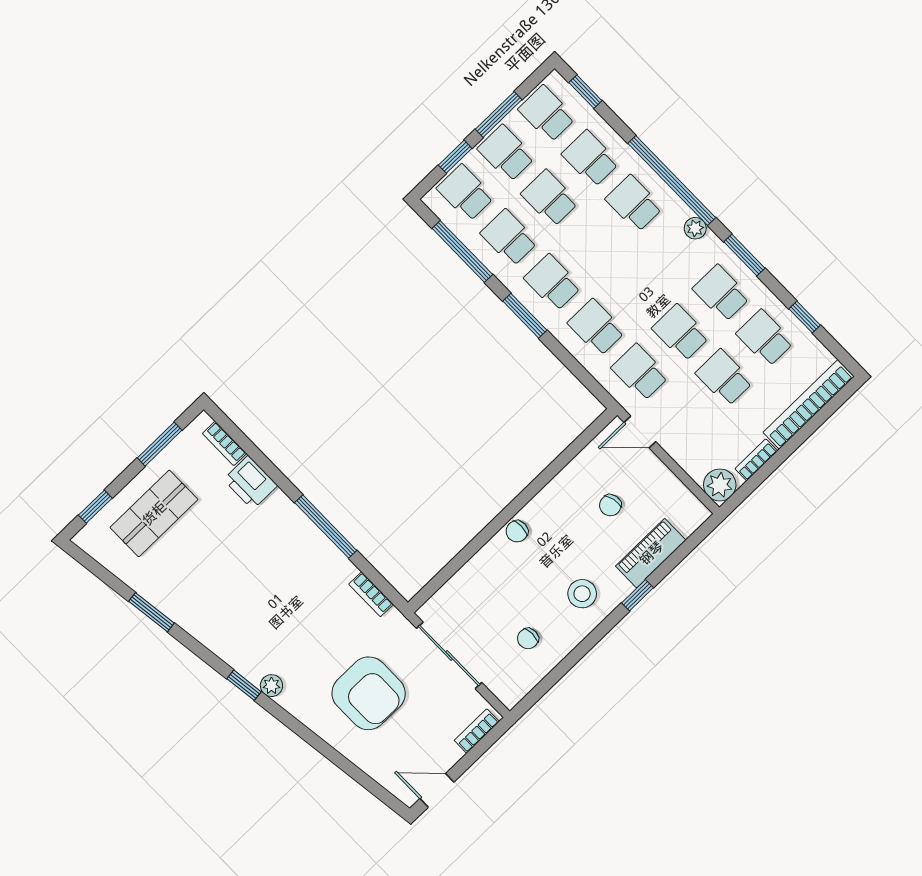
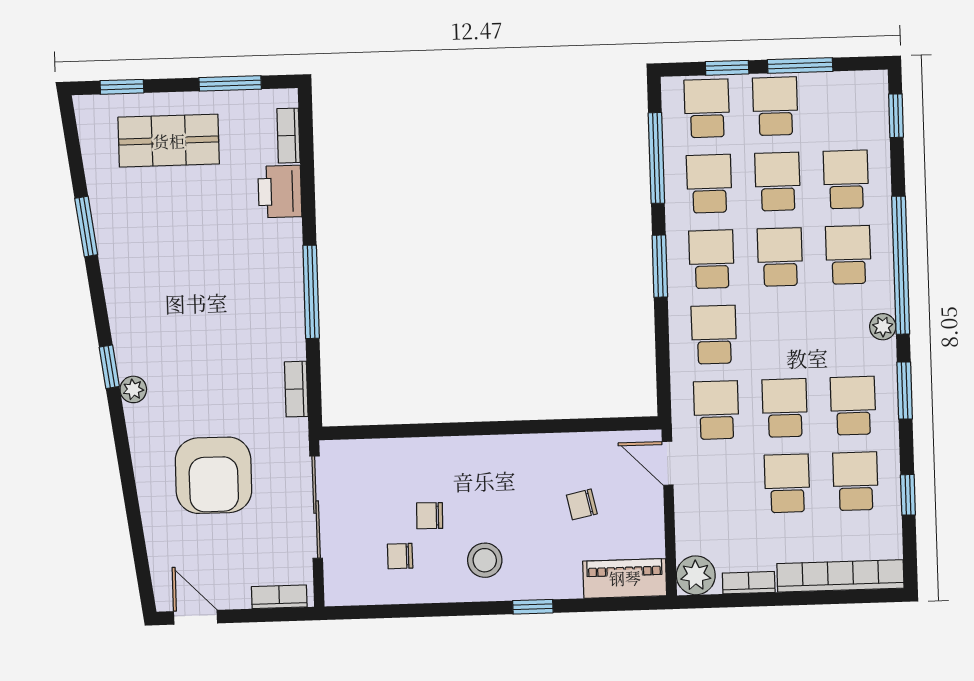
school desk: (547, 114) -> (780, 257), moved
chair: (517, 531) -> (430, 516), moved
piano: (651, 553) -> (625, 578), moved

